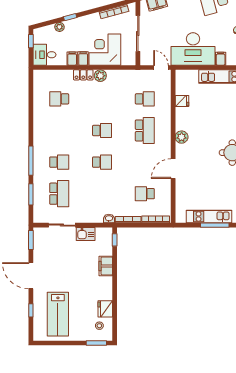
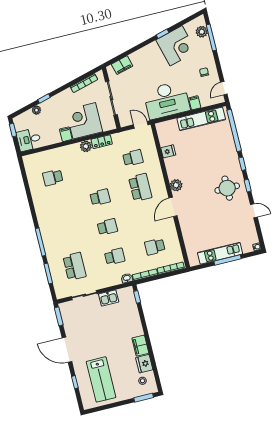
filing cabinet: (72, 59) -> (56, 137), removed
locker: (83, 75) -> (102, 142), moved
school desk: (59, 162) -> (115, 257), moved
door: (173, 169) -> (173, 207), moved
filing cabinet: (106, 266) -> (140, 346), moved

